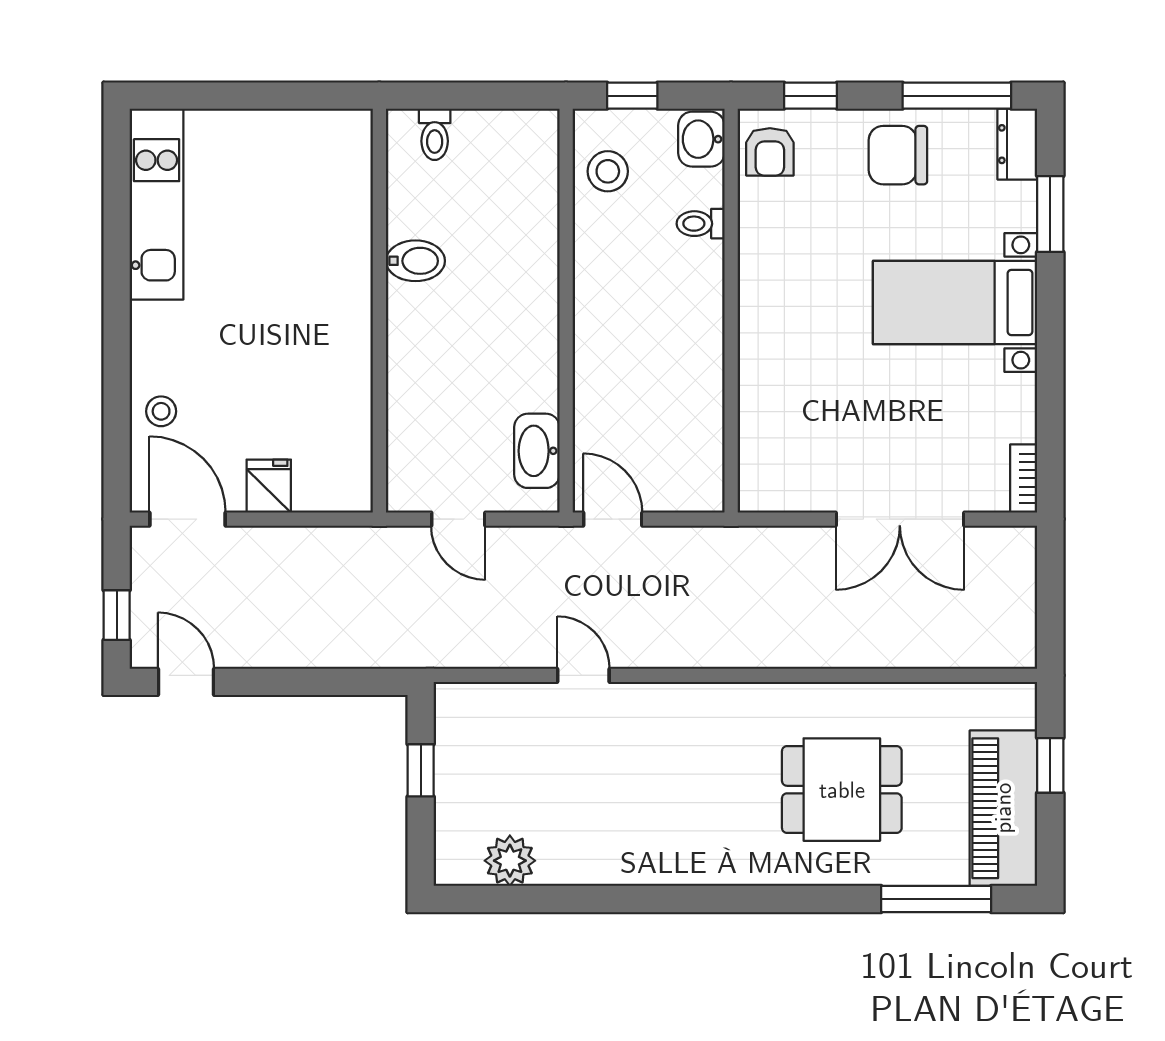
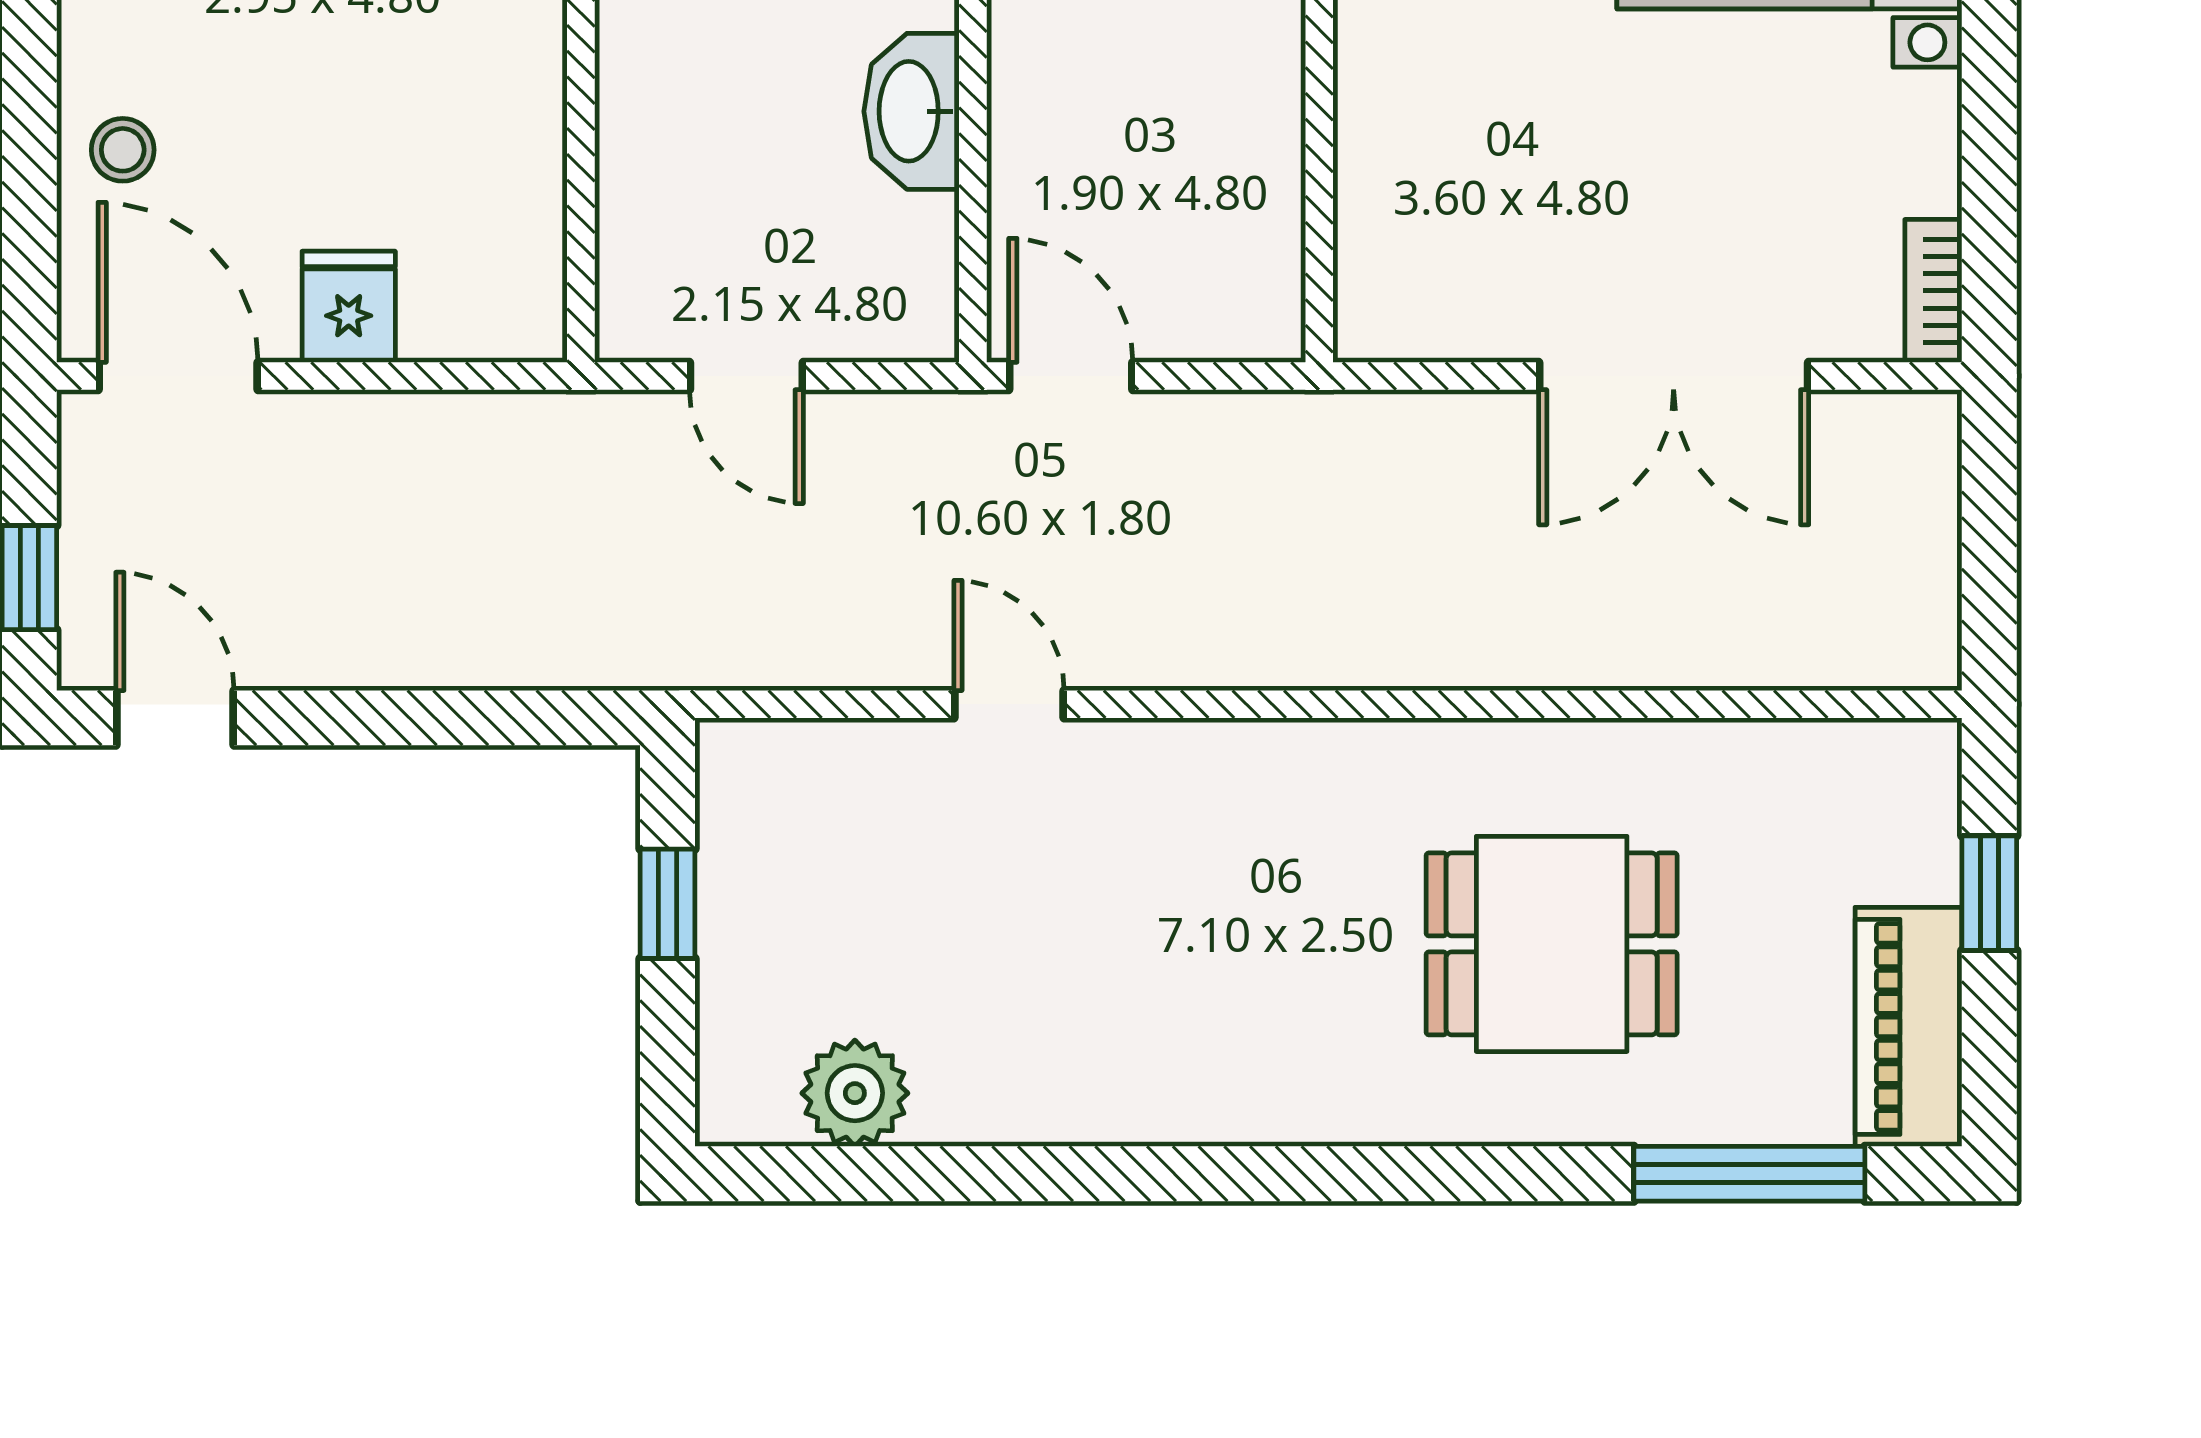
washbasin: (537, 451) -> (912, 111), moved
piano: (1003, 808) -> (1909, 1027), width x0.73, depth x0.75

